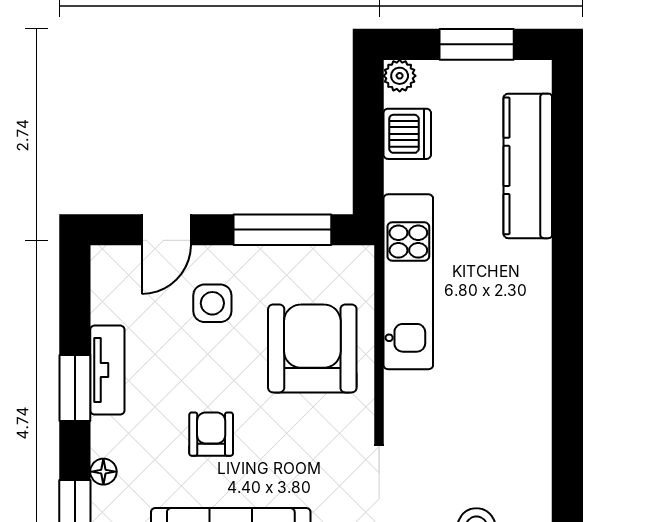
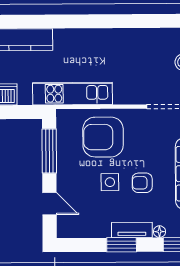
side table: (212, 303) -> (110, 182), moved
tv unit: (107, 370) -> (132, 230), moved

